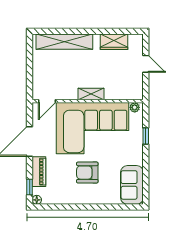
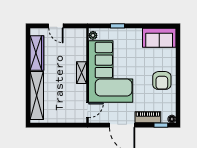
wardrobe: (114, 42) -> (37, 53), width x1.50
door: (146, 64) -> (56, 26), swing flipped
door: (47, 101) -> (88, 110), hinge flipped
armchair: (87, 173) -> (162, 81), moved

